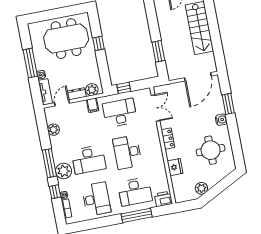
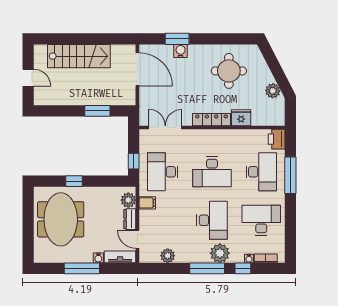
water cooler: (221, 120) -> (181, 51), moved
locker: (168, 139) -> (212, 120), width x1.53

